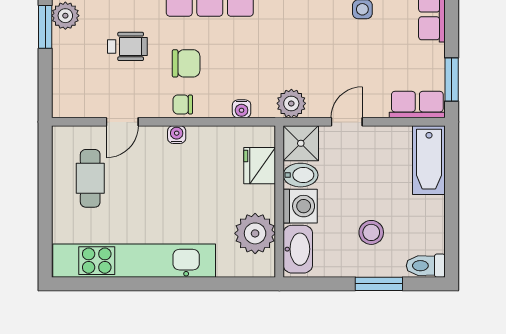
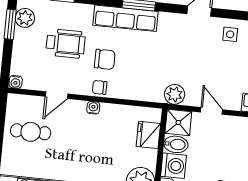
wheelchair: (127, 46) -> (66, 44), width x1.36, depth x1.37
water cooler: (242, 109) -> (16, 82), moved
door: (347, 122) -> (211, 111), hinge flipped
cafe table: (90, 178) -> (31, 132), turned 90

